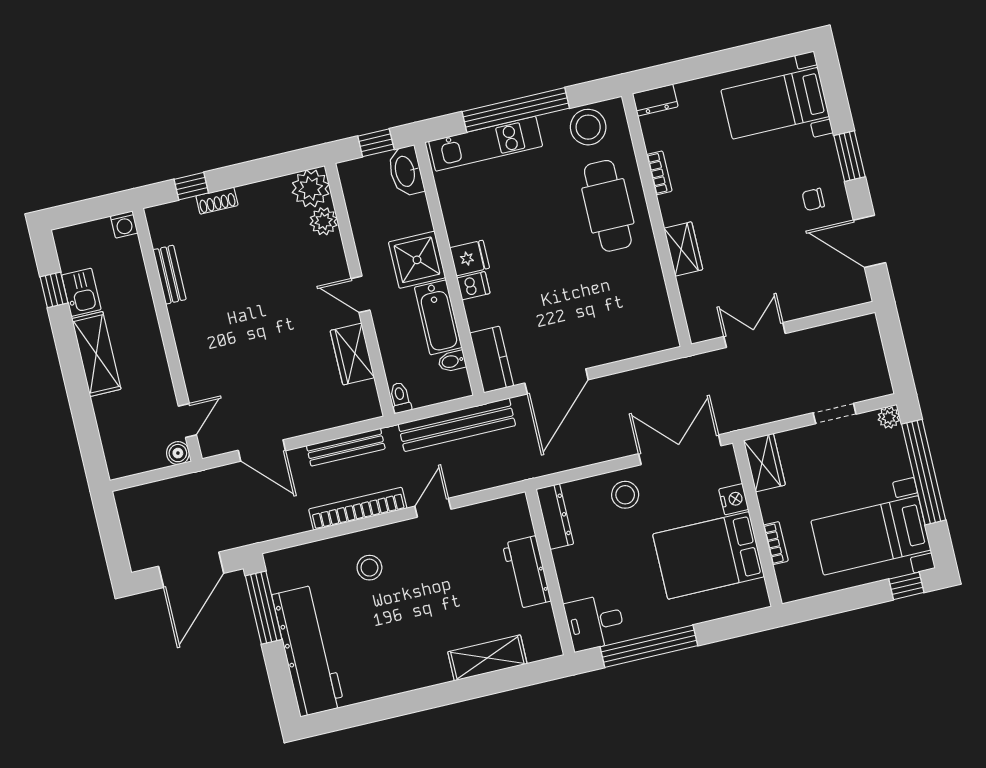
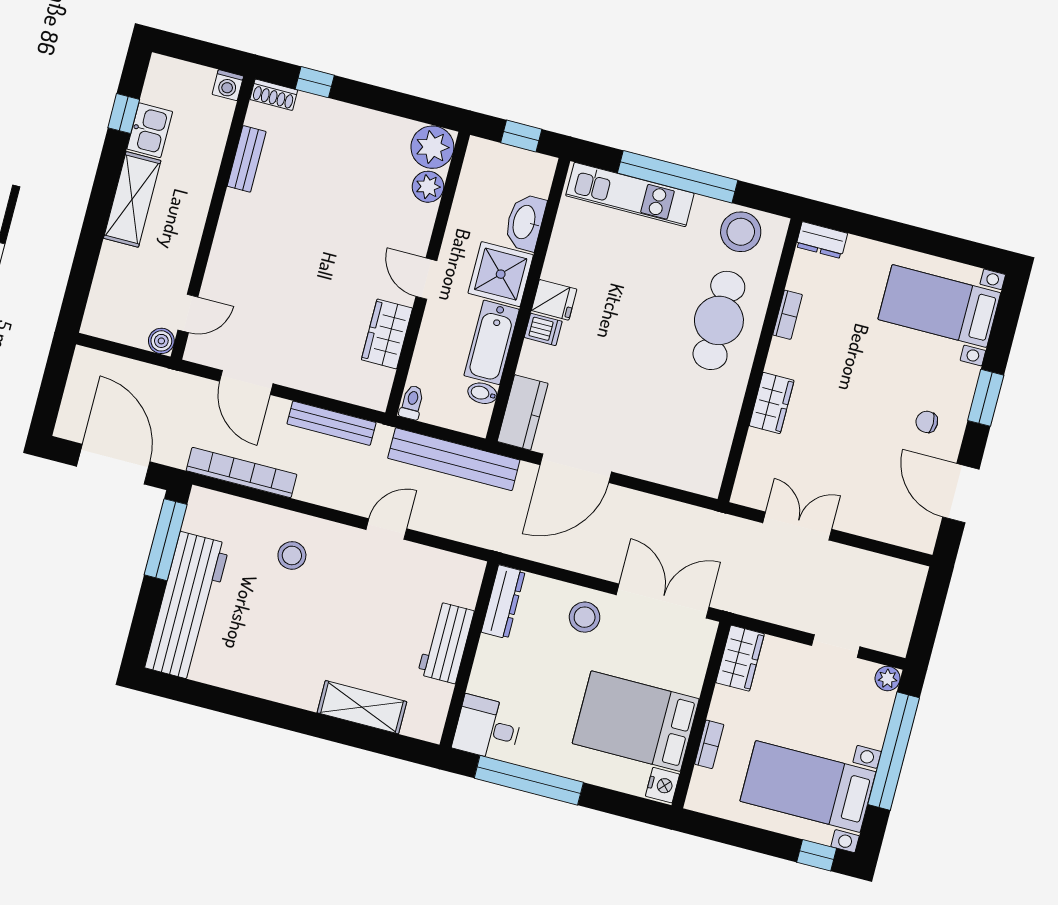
washbasin: (406, 171) -> (525, 222), moved
shoe rack: (217, 201) -> (274, 95), moved
nightstand: (734, 499) -> (662, 785), moved
bookcase: (358, 509) -> (242, 473), moved
door: (191, 570) -> (113, 464), swing flipped

